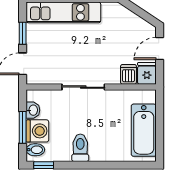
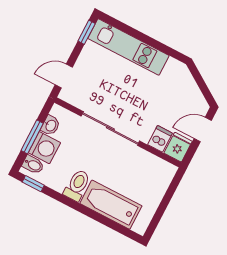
window: (23, 33) -> (87, 32), moved
sliding door: (83, 87) -> (110, 128), width x1.37
bathtub: (144, 130) -> (111, 205), moved, turned 90

